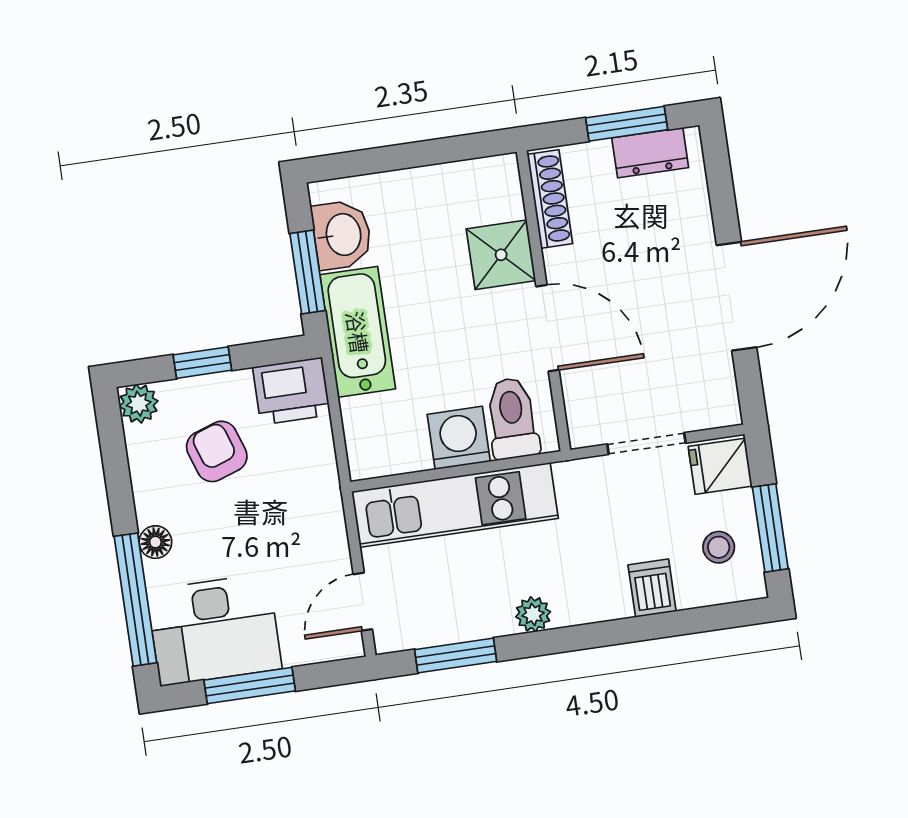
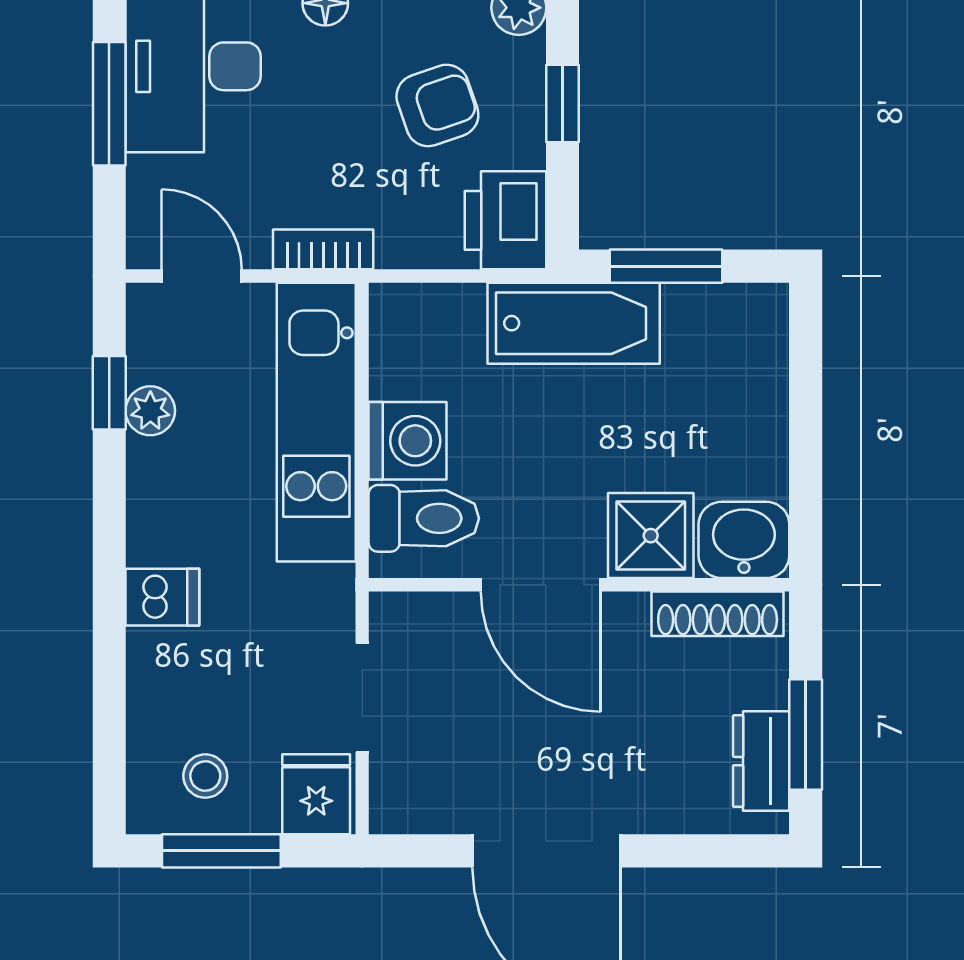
washbasin: (342, 235) -> (744, 540), moved, turned 180
door: (548, 328) -> (541, 585), hinge flipped
bookcase: (331, 518) -> (323, 249), added
dishwasher: (652, 588) -> (162, 597), moved
plant: (533, 614) -> (150, 411), moved
window: (456, 655) -> (109, 393), width x0.67

